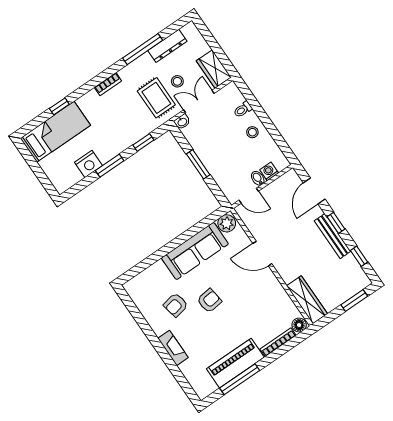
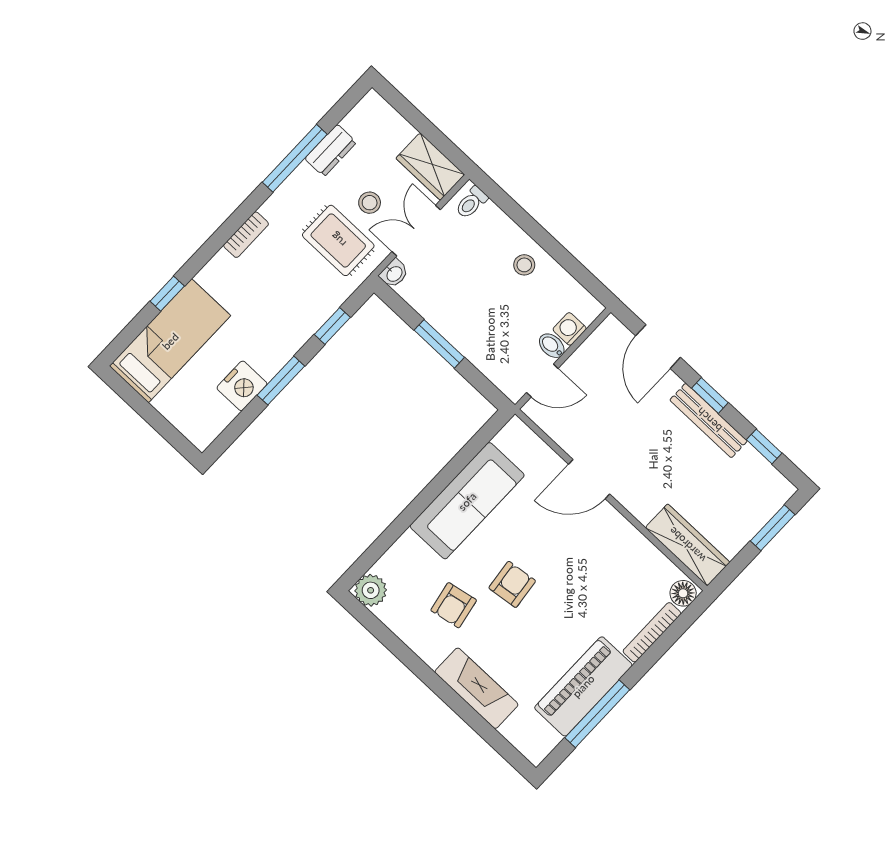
dresser: (167, 46) -> (331, 151), width x0.70
toilet: (243, 110) -> (471, 203), moved
plant: (227, 223) -> (371, 590), moved
fireplace: (173, 348) -> (476, 688), width x1.37, depth x1.32

